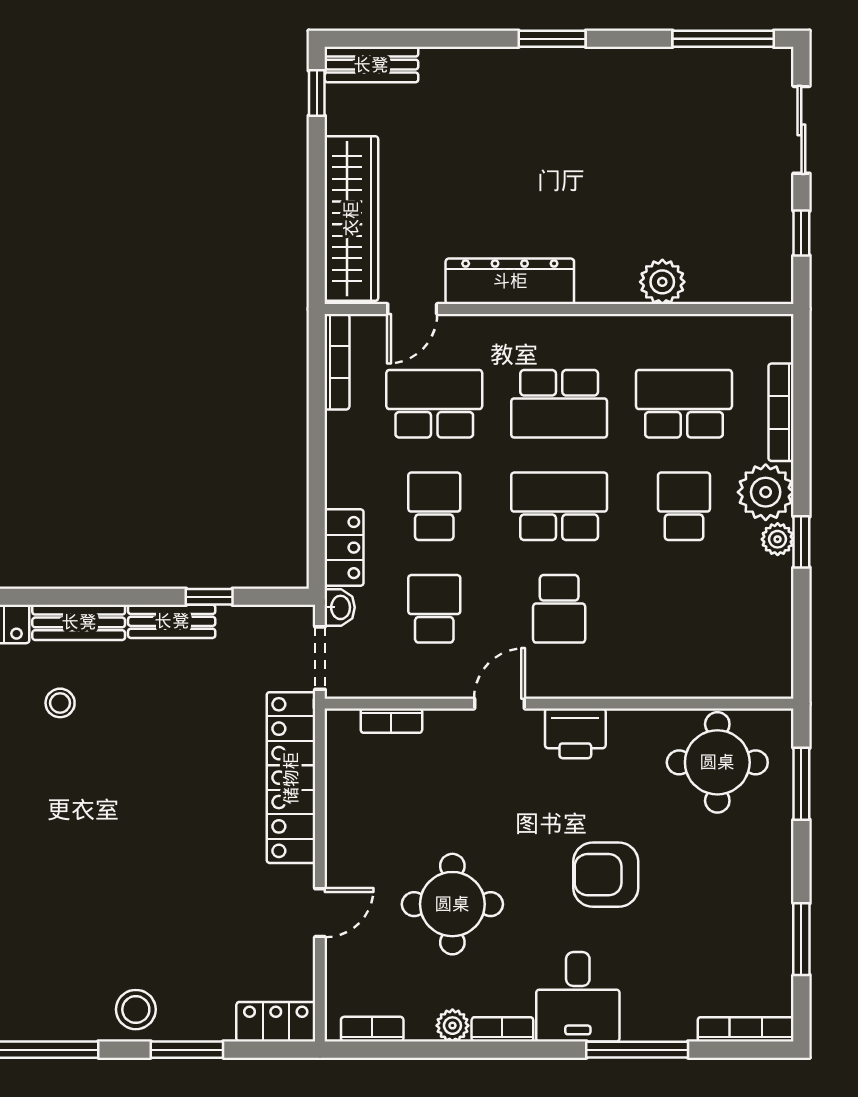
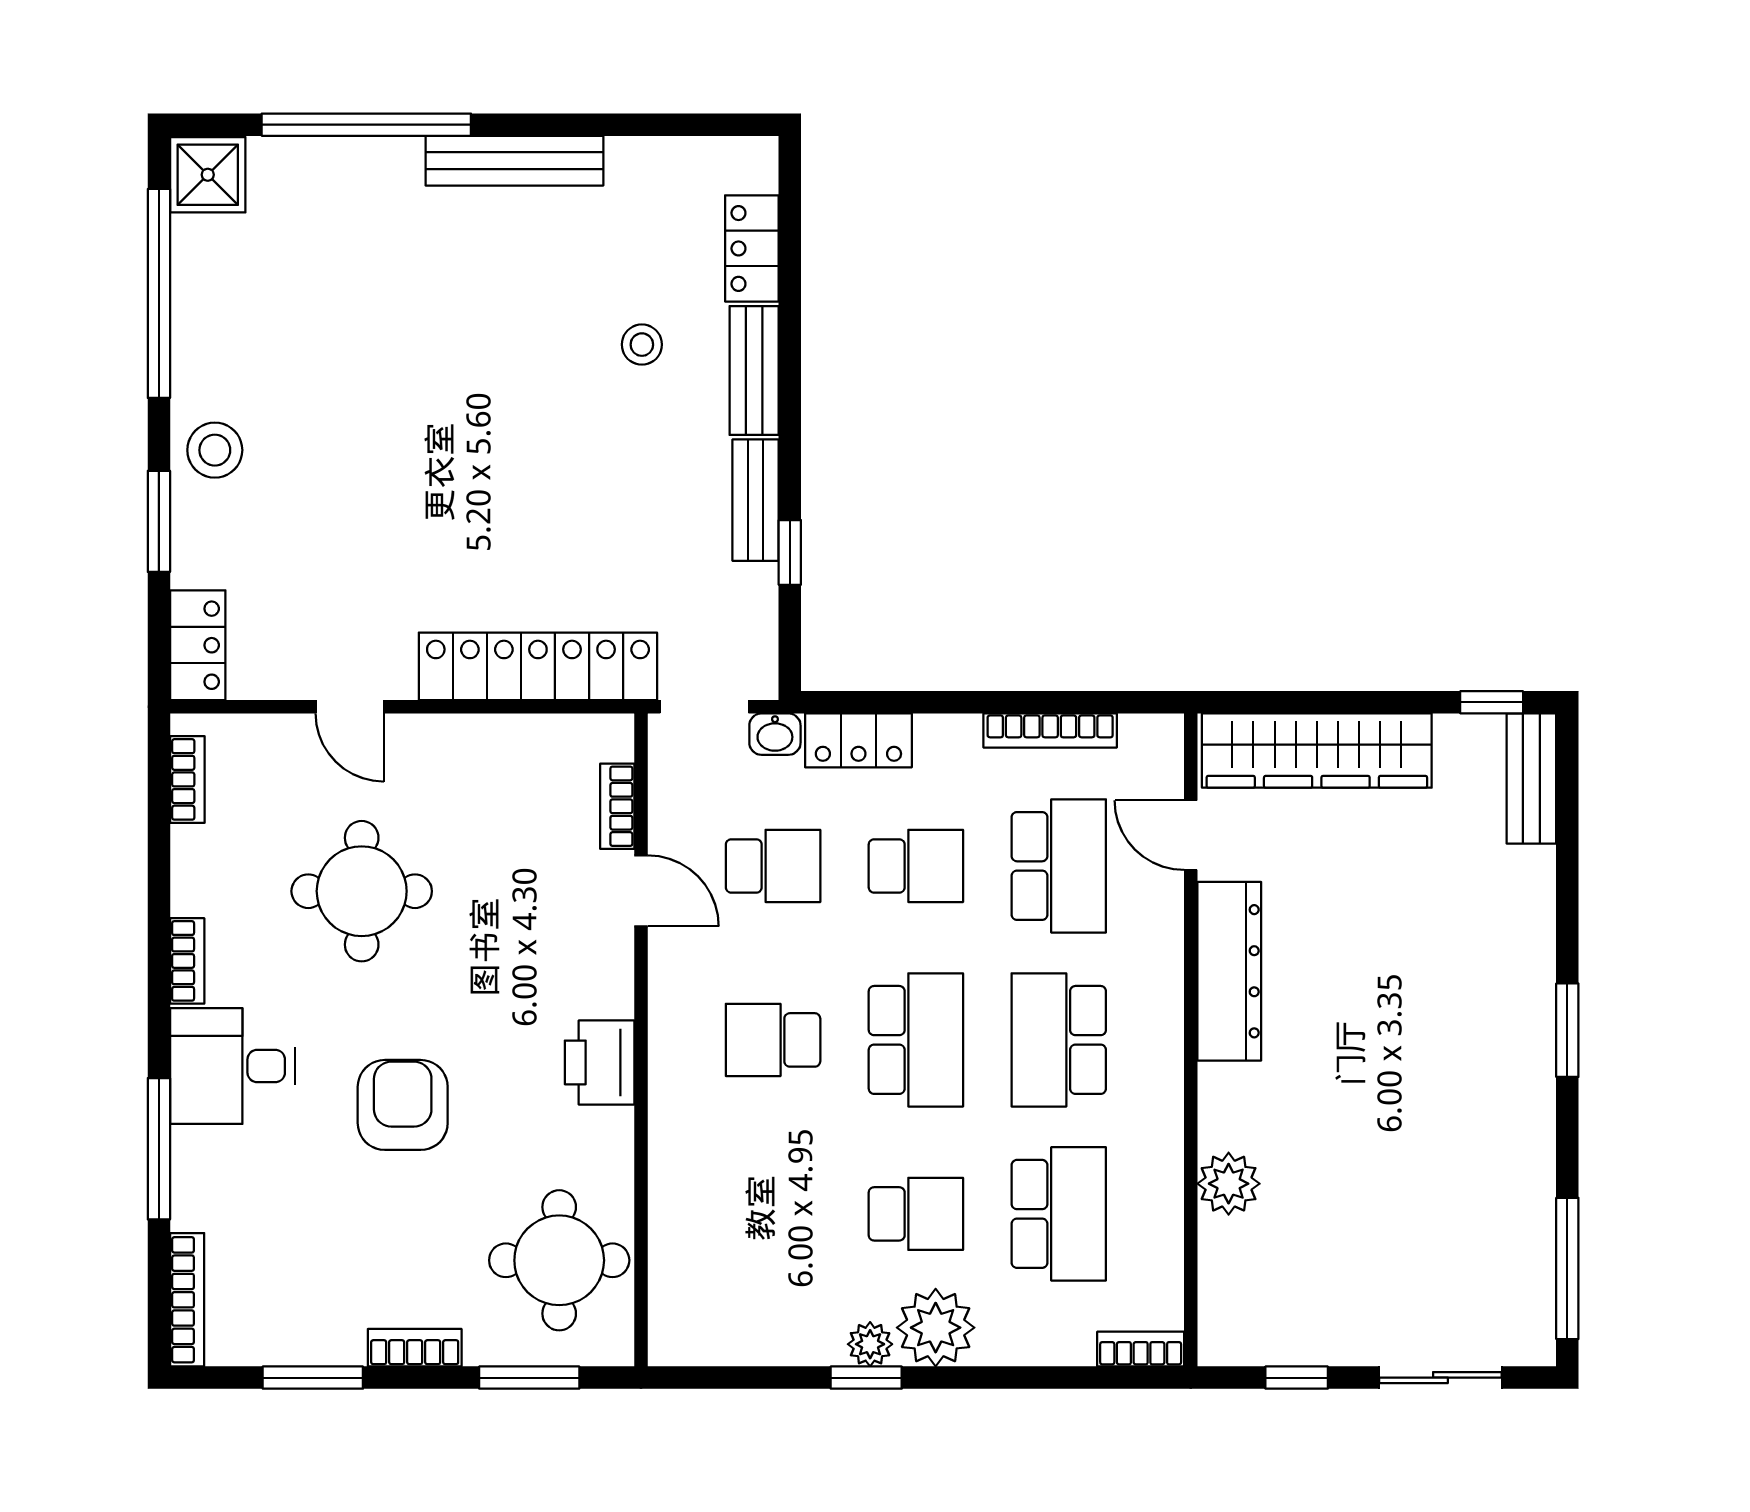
bookcase: (337, 362) -> (1050, 730), moved
bookcase: (781, 412) -> (1141, 1349), moved, width x0.64
door: (500, 704) -> (641, 891), moved
bookcase: (780, 866) -> (415, 1348), added
plant: (452, 1026) -> (192, 891), removed

